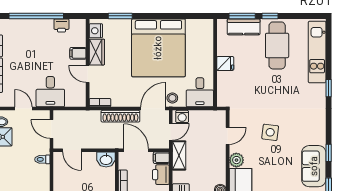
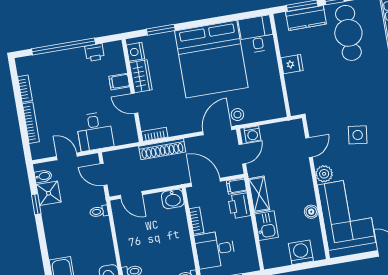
desk: (200, 92) -> (257, 34), moved, turned 180
shoe rack: (120, 116) -> (162, 149), moved
shelving: (179, 155) -> (259, 194), moved

